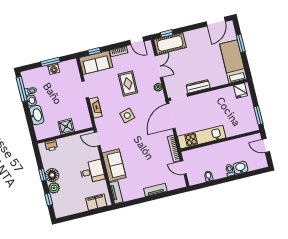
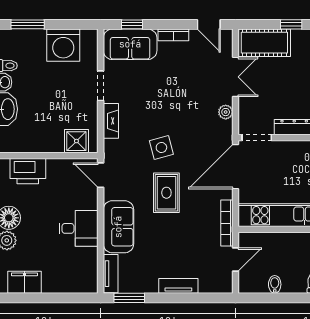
window: (167, 34) -> (291, 24), moved
window: (50, 62) -> (28, 24), moved
washing machine: (54, 69) -> (63, 45), width x1.89, depth x1.89
rug: (128, 83) -> (166, 193), moved
shower: (66, 127) -> (76, 141), moved
printer: (51, 145) -> (28, 171), width x1.87, depth x1.48
door: (183, 168) -> (236, 260), swing flipped
filing cabinet: (96, 202) -> (24, 282), moved
window: (130, 203) -> (129, 298), added

